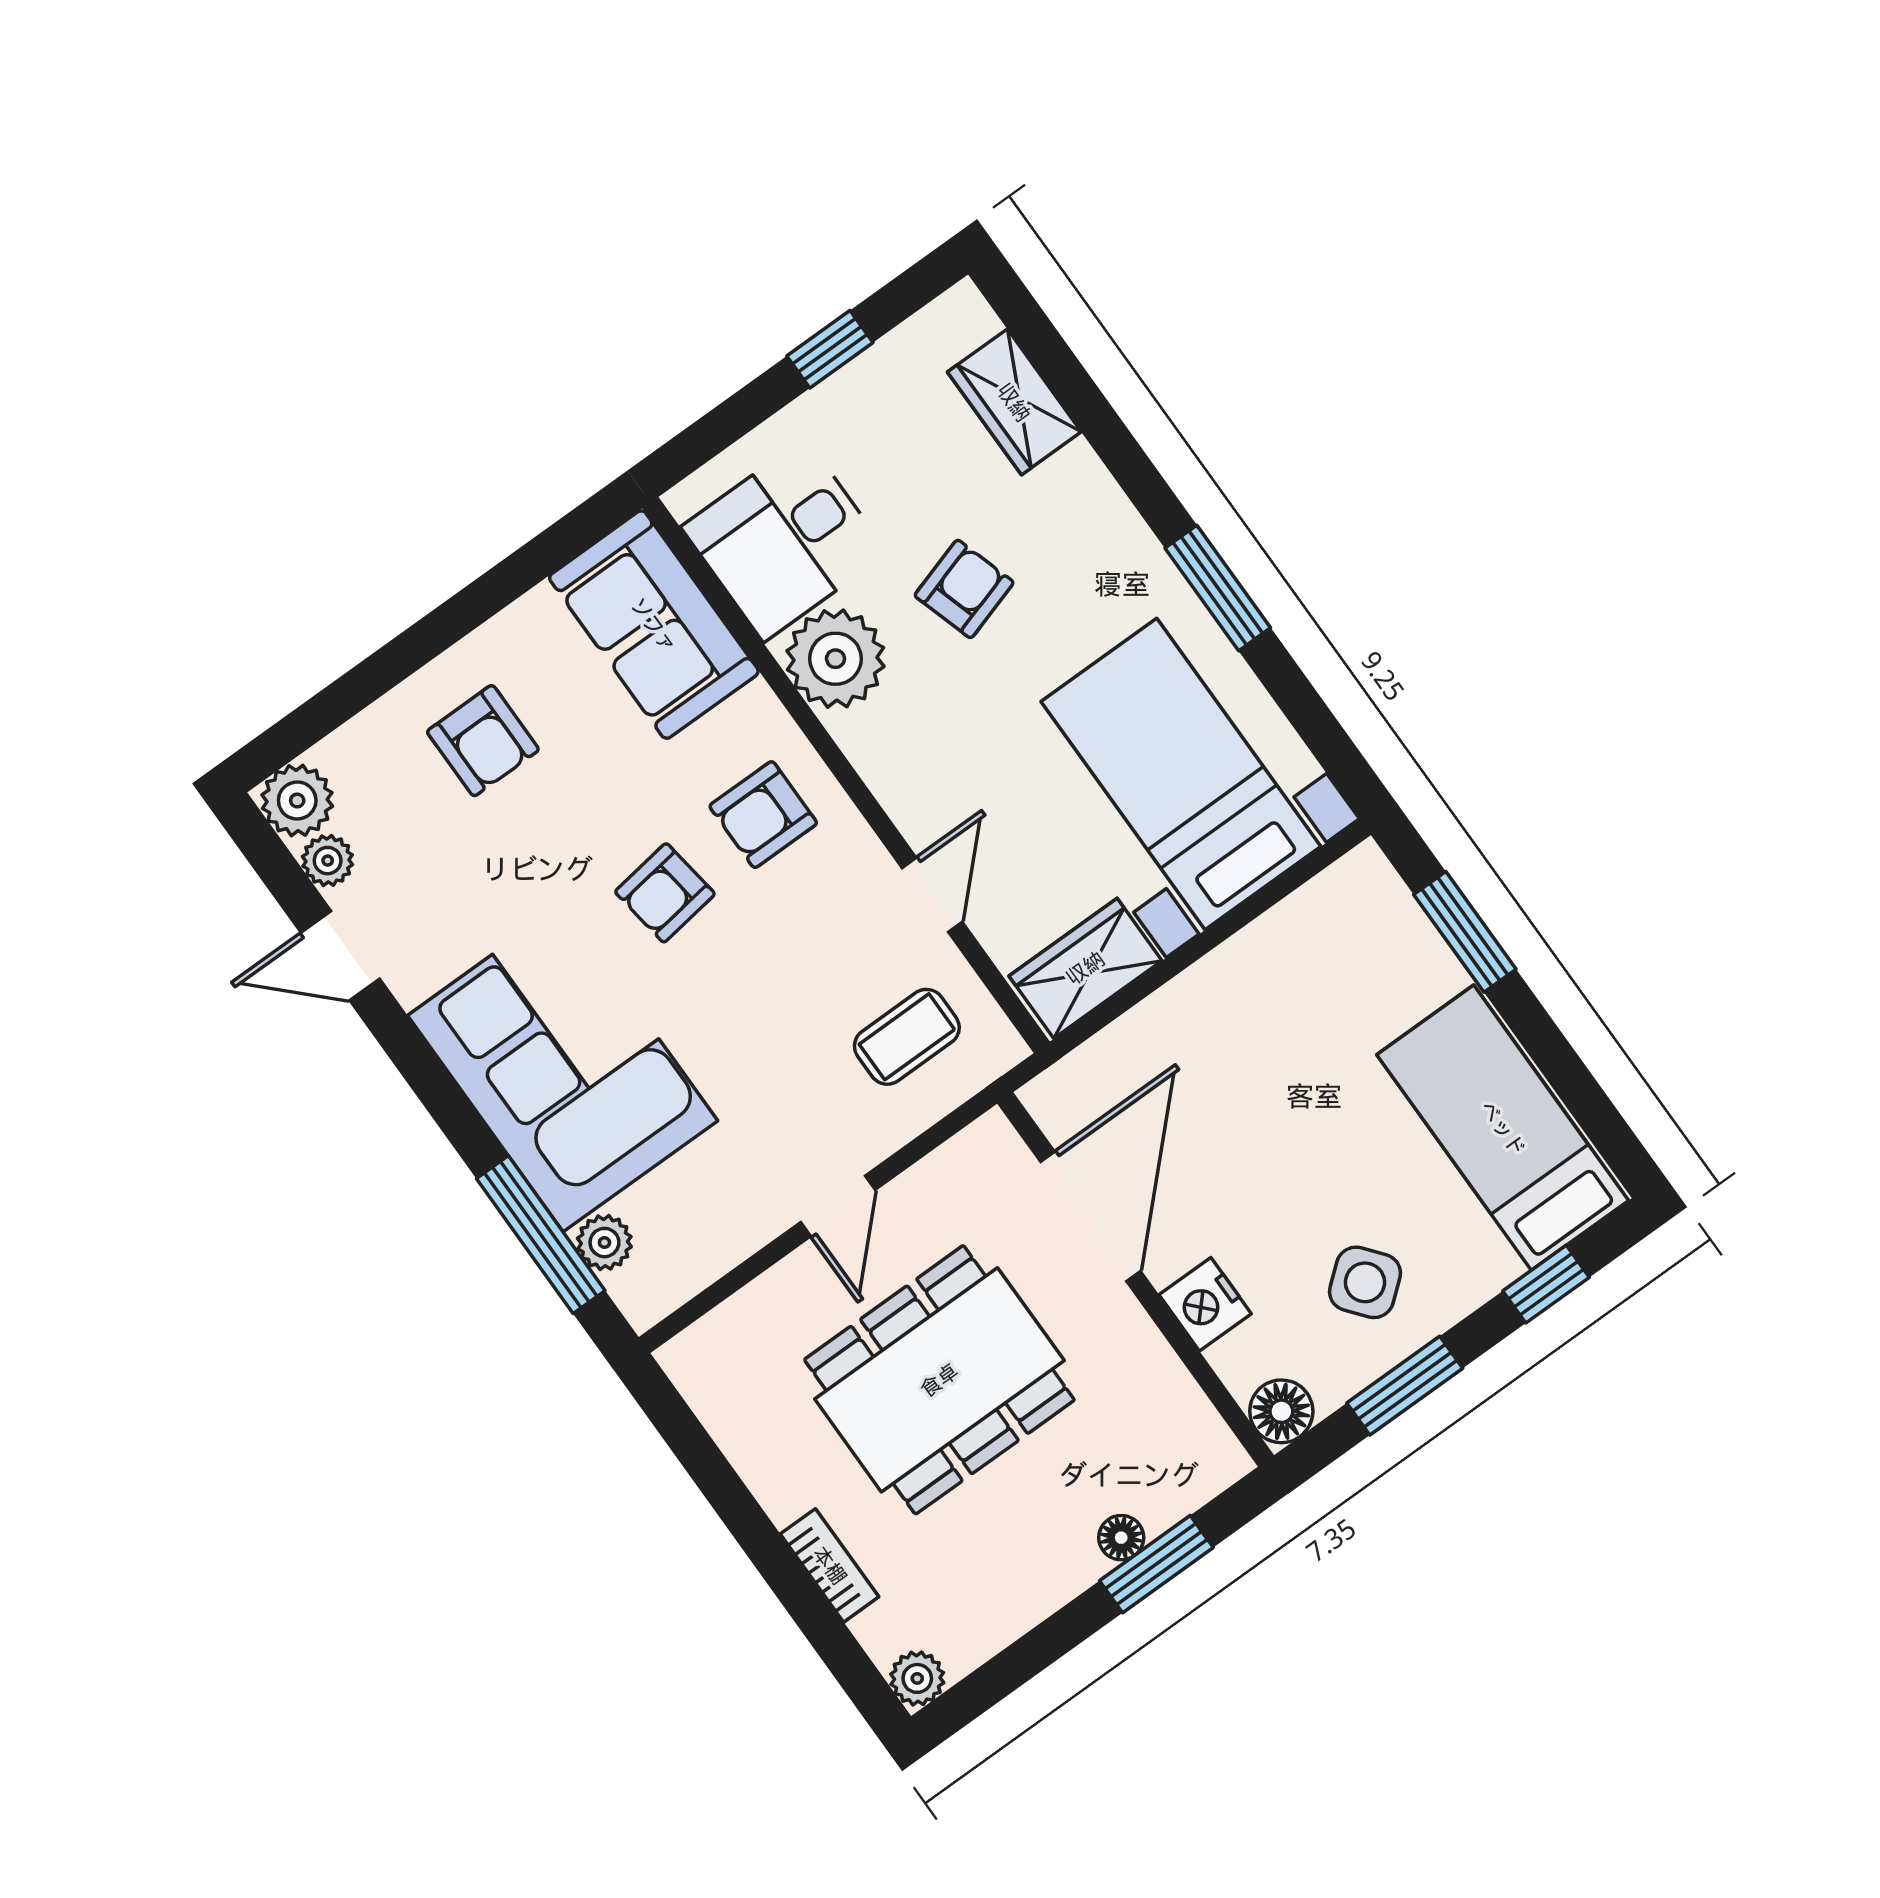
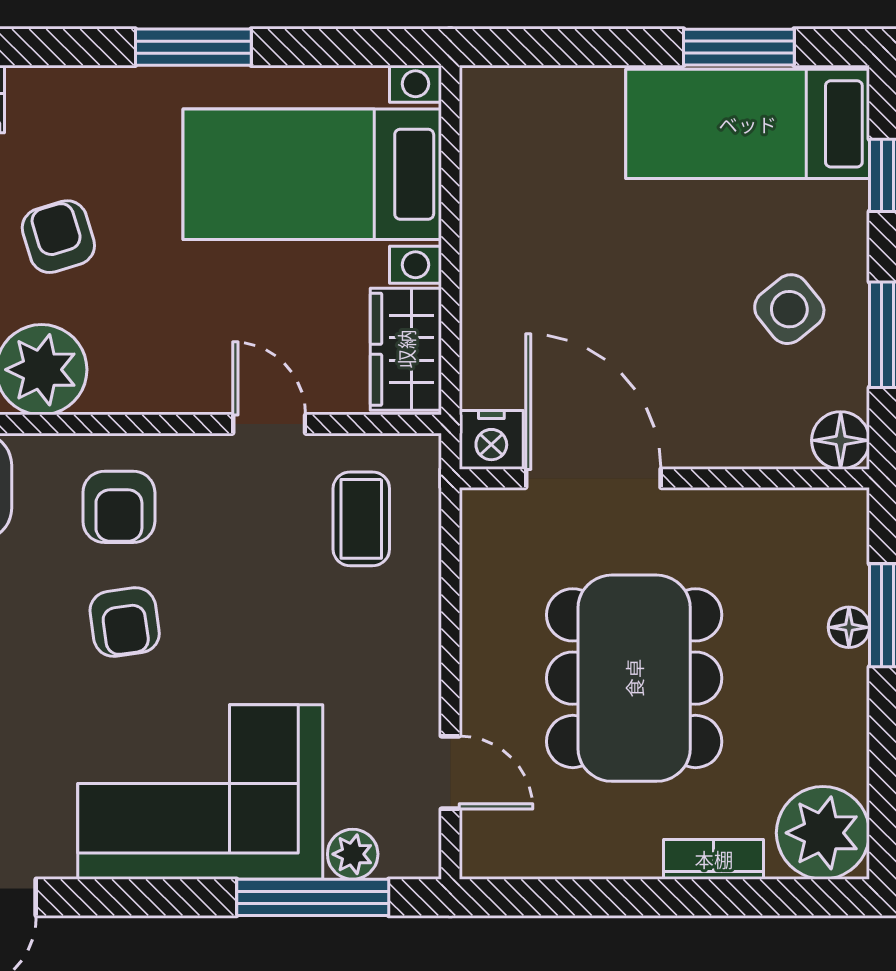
window: (1465, 932) -> (739, 47), moved
door: (838, 1206) -> (450, 773), moved
nightstand: (1205, 1304) -> (491, 440), moved
plant: (917, 1678) -> (823, 833), width x1.87, depth x1.87

